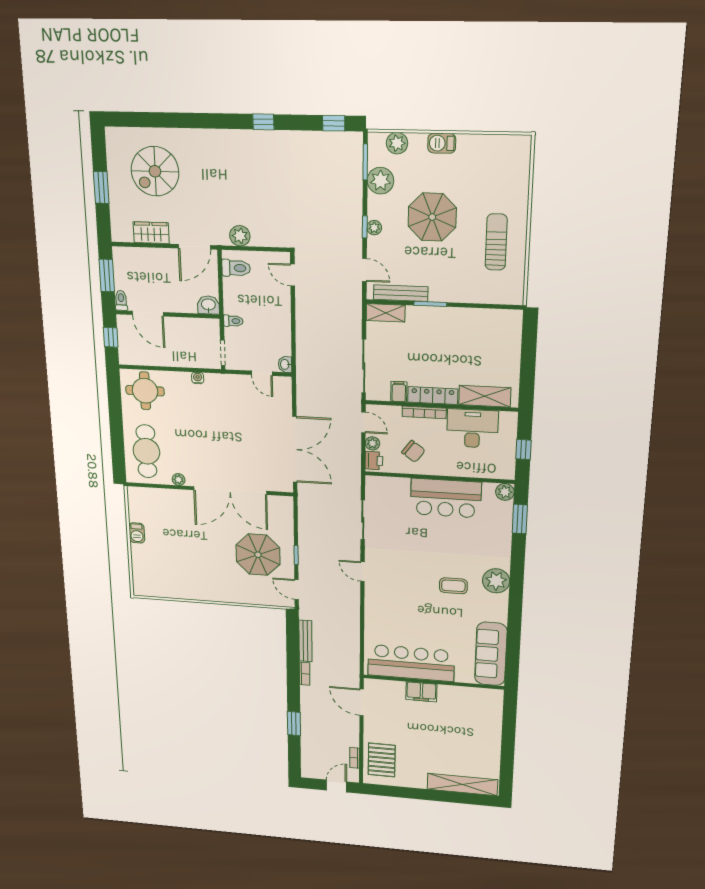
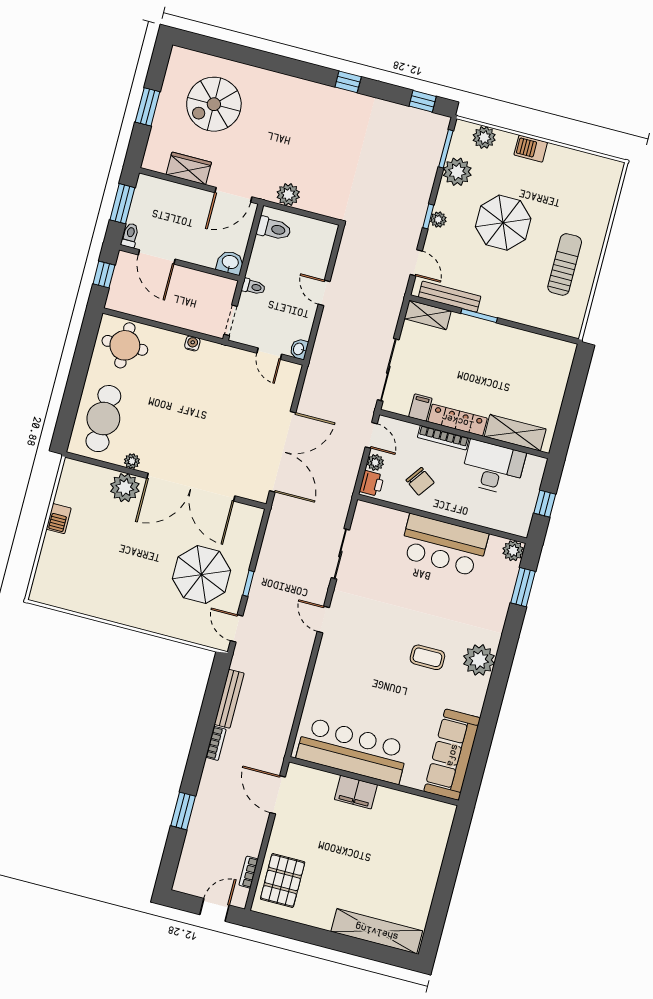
door: (293, 275) -> (324, 293), moved
plant: (179, 501) -> (125, 488), added

